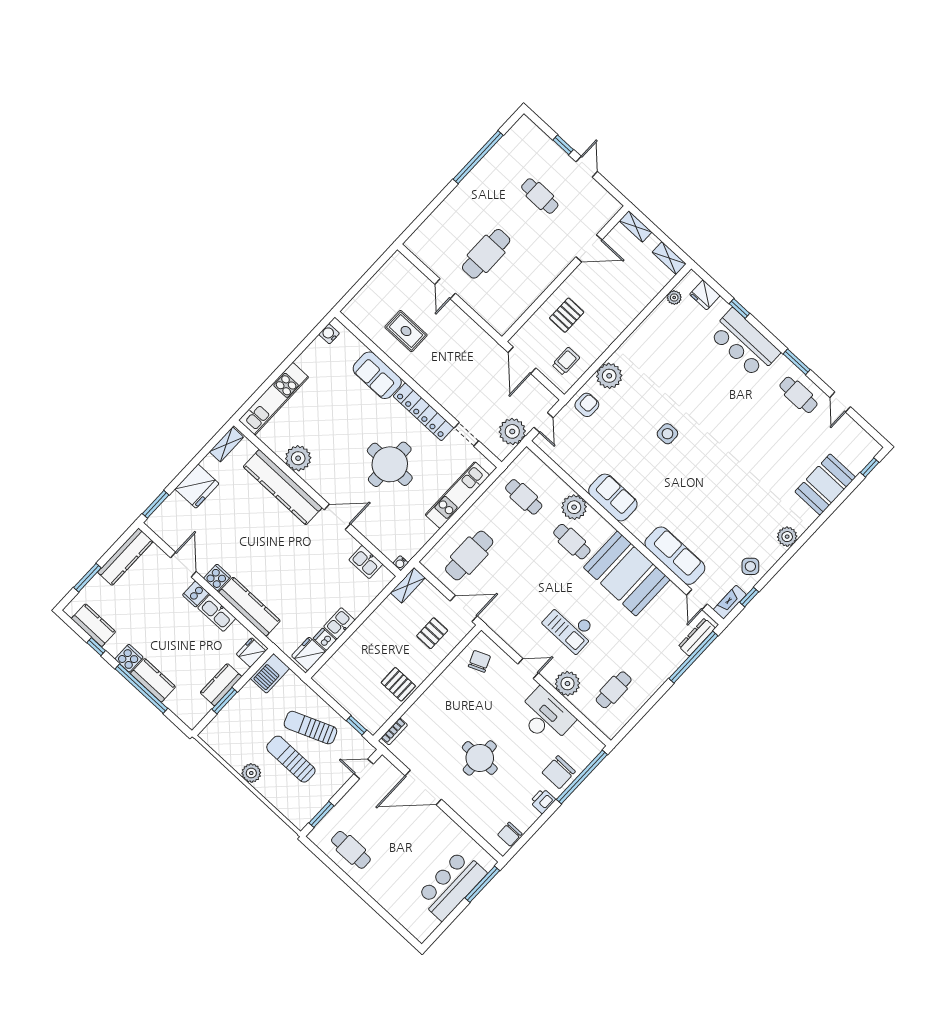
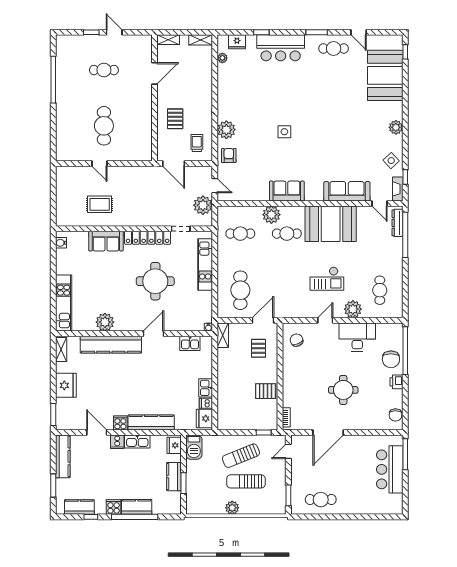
booth: (825, 484) -> (385, 75), width x1.36, depth x1.42

